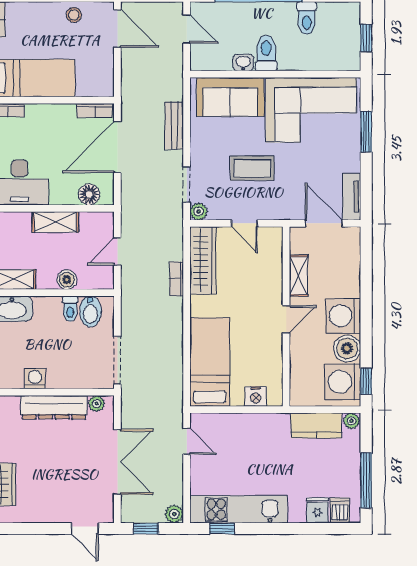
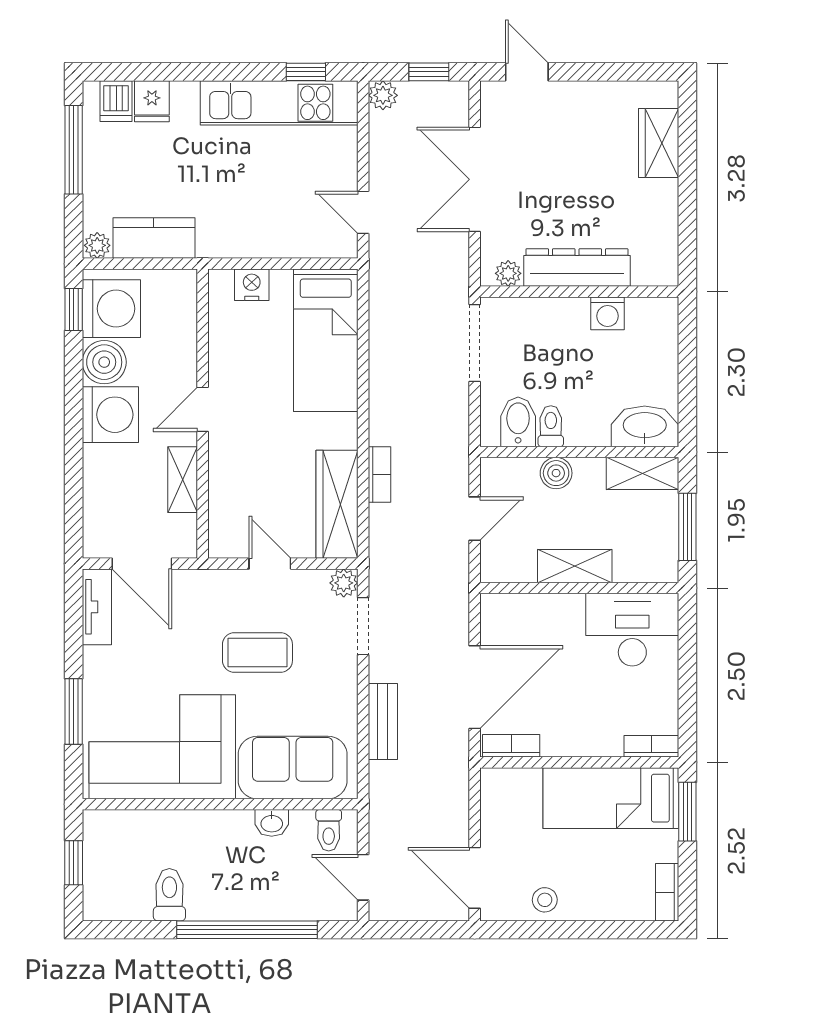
toilet: (266, 53) -> (329, 830), moved, width x0.73, depth x0.72
floor lamp: (89, 194) -> (520, 610), removed

